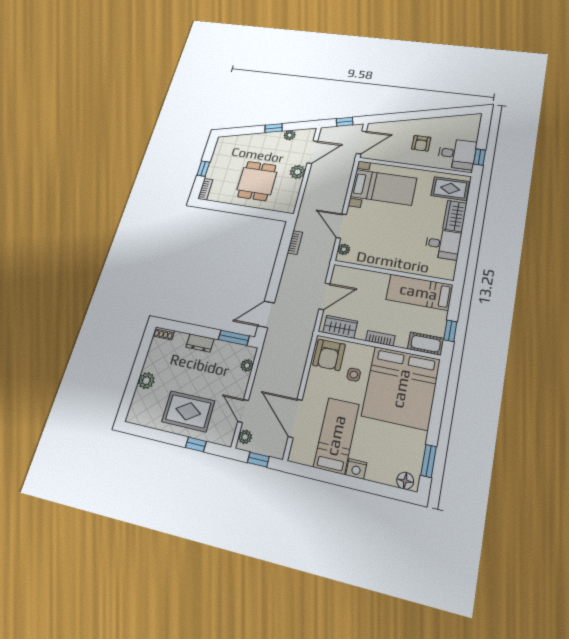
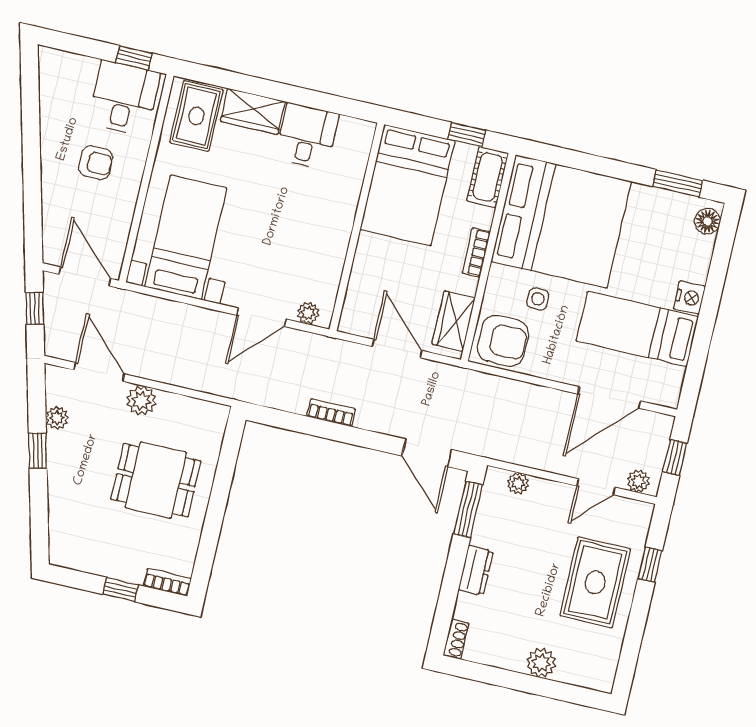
bookcase: (295, 243) -> (331, 413), moved
bed: (419, 292) -> (407, 185), width x1.50

